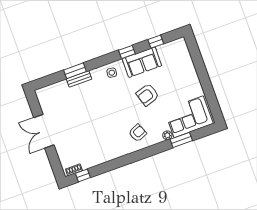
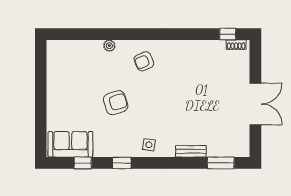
sofa: (142, 62) -> (70, 144), moved
window: (75, 71) -> (221, 163), moved
corner sofa: (189, 117) -> (76, 59), removed
window: (181, 140) -> (95, 34), removed

